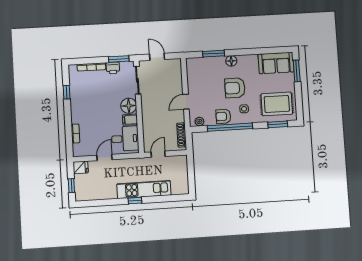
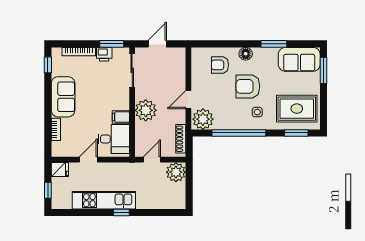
window: (214, 54) -> (274, 44), moved
door: (157, 57) -> (157, 44), hinge flipped
window: (67, 92) -> (48, 65), moved
sofa: (80, 106) -> (63, 97), added
floor lamp: (129, 106) -> (120, 100), removed
plant: (151, 113) -> (146, 110), added
armchair: (223, 116) -> (220, 65), moved
plant: (199, 121) -> (203, 119), width x1.88, depth x1.88
plant: (179, 163) -> (176, 172), added
kitchen unit: (144, 189) -> (104, 200), moved

